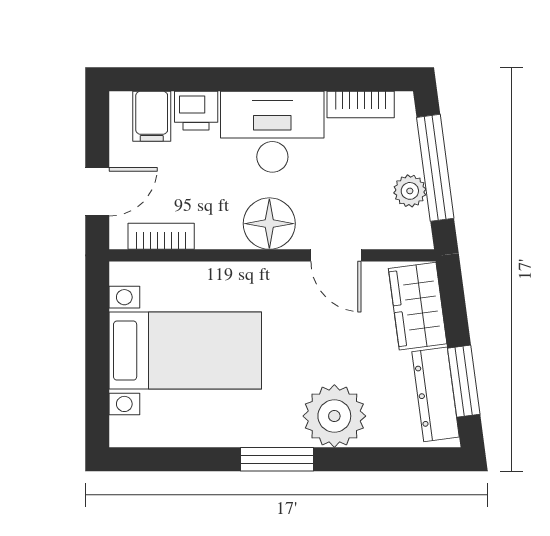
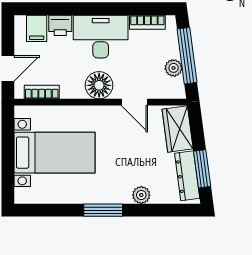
plant: (334, 416) -> (141, 195), width x0.53, depth x0.53

